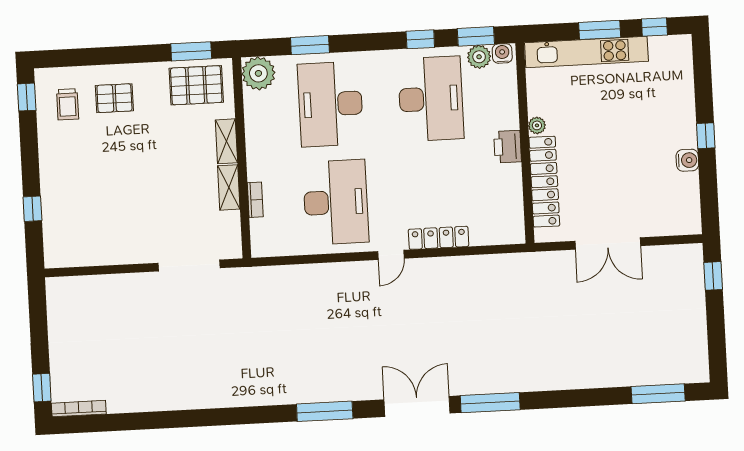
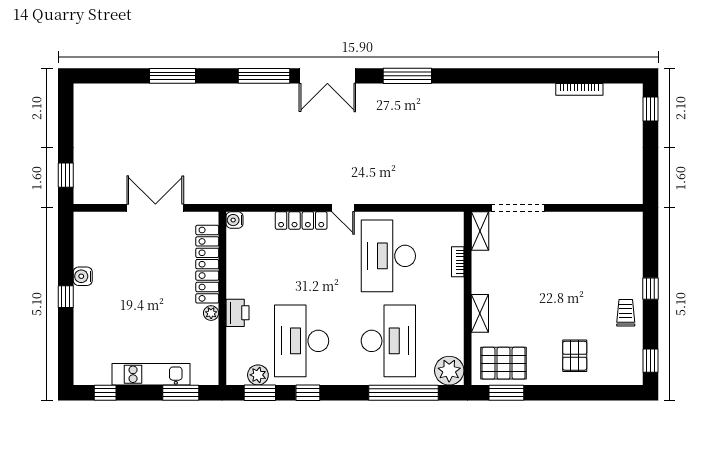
window: (600, 30) -> (181, 393), moved
window: (310, 45) -> (404, 393), width x2.11
kitchen unit: (586, 52) -> (151, 374), width x0.73
water cooler: (502, 53) -> (234, 220), moved, turned 90
pallet: (114, 98) -> (575, 356), turned 90
trolley: (68, 104) -> (626, 313), moved
printer: (508, 147) -> (237, 313), moved
shelving: (229, 187) -> (480, 231), moved
window: (32, 209) -> (651, 289), moved
door: (391, 255) -> (343, 208), swing flipped
window: (658, 394) -> (172, 76), moved
bookcase: (79, 409) -> (579, 89), moved

